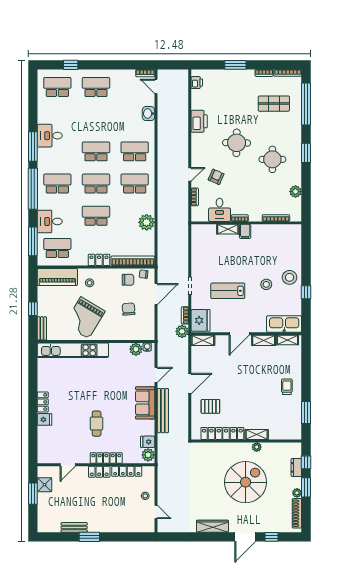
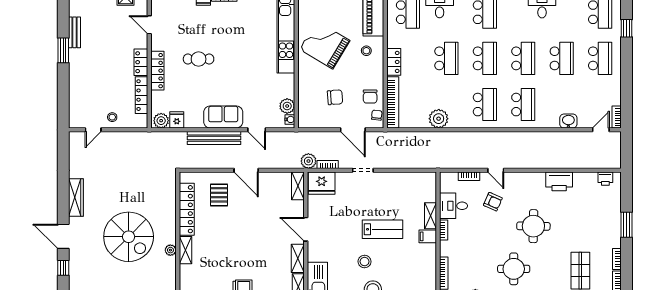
school desk: (96, 119) -> (562, 58), added
lab bench: (228, 291) -> (382, 229), moved, turned 90

